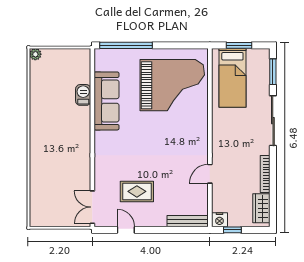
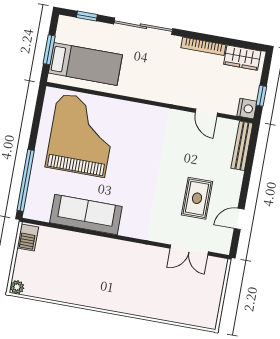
window: (273, 72) -> (87, 16), width x0.67
barbecue: (83, 95) -> (28, 238), moved, turned -90
door: (210, 174) -> (206, 113), moved
double door: (92, 207) -> (189, 250), moved

